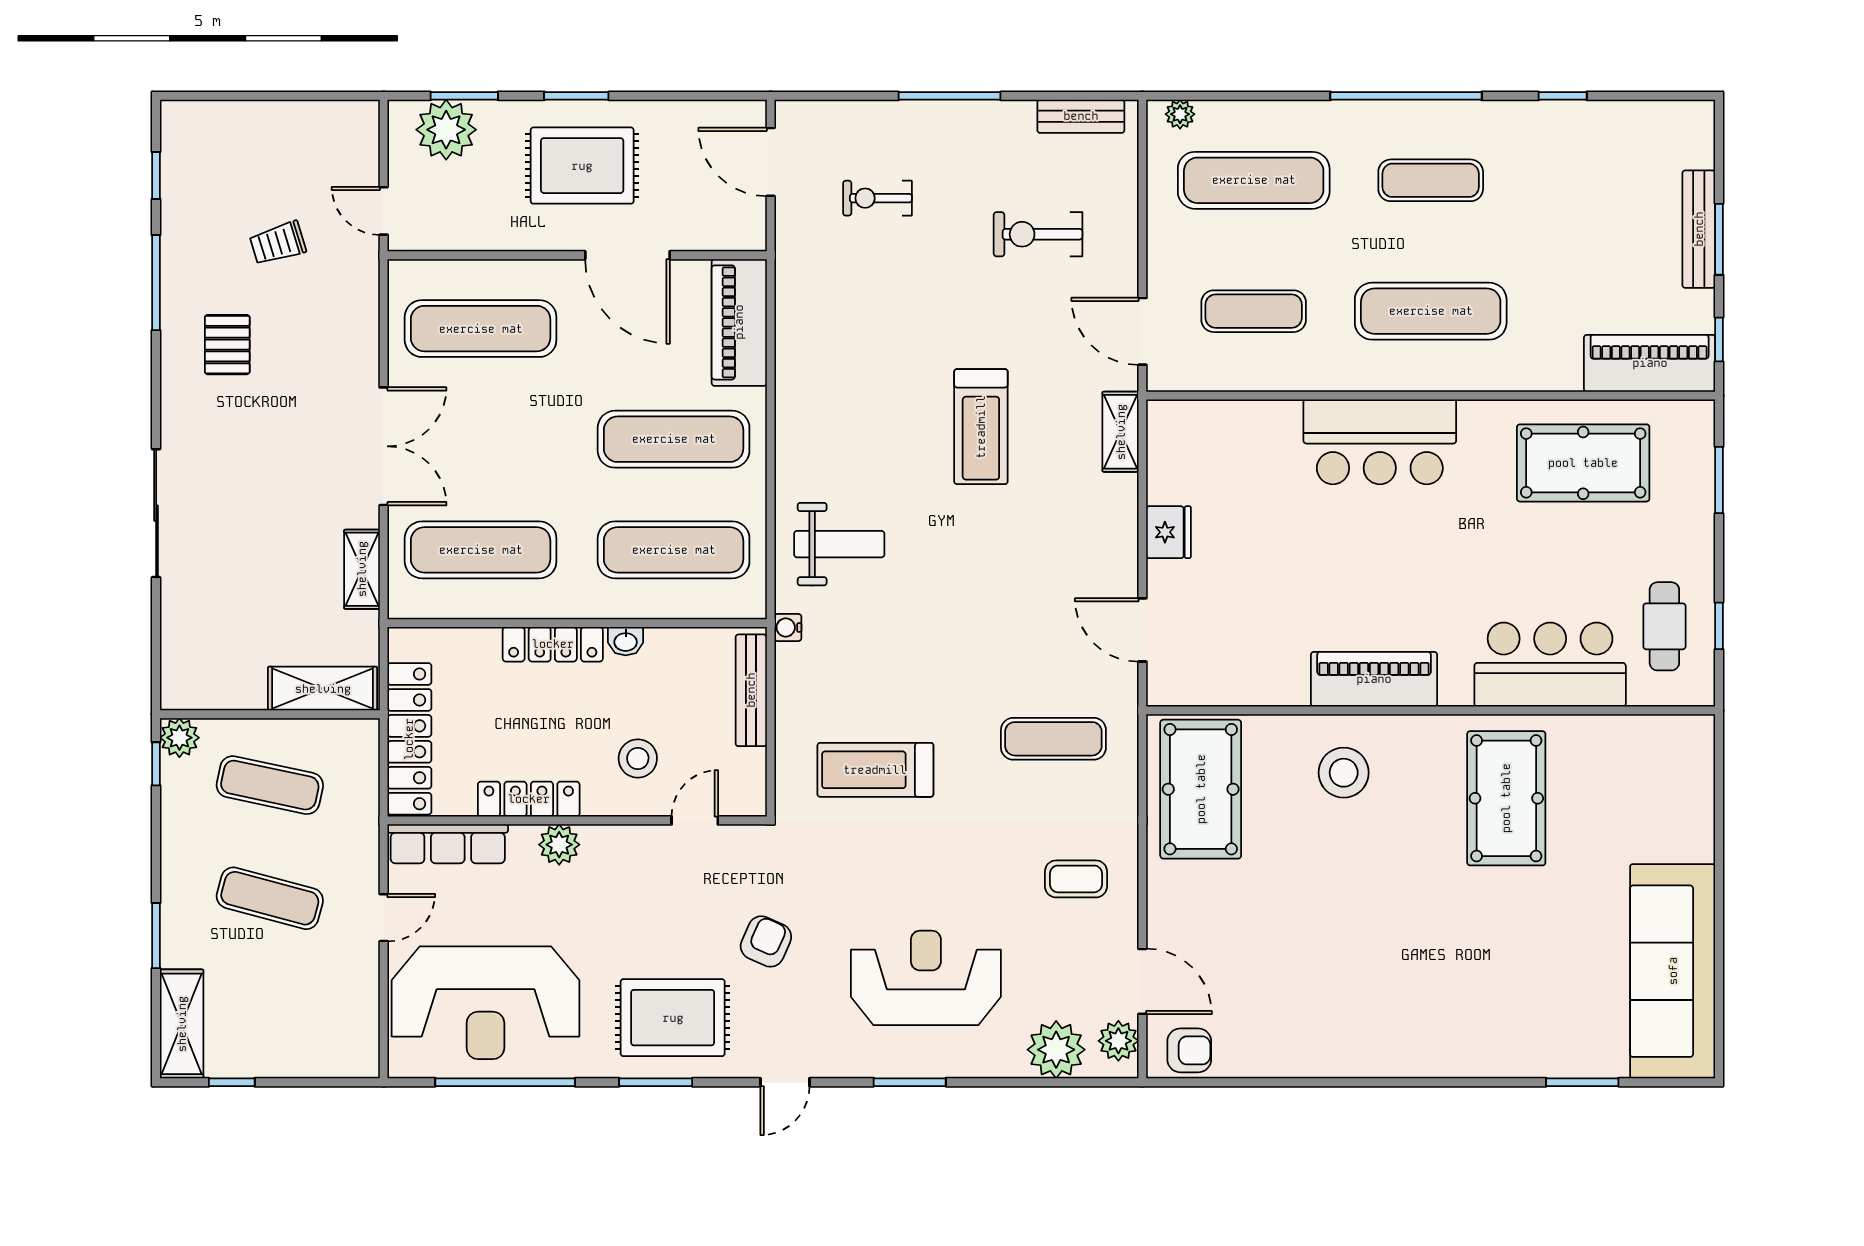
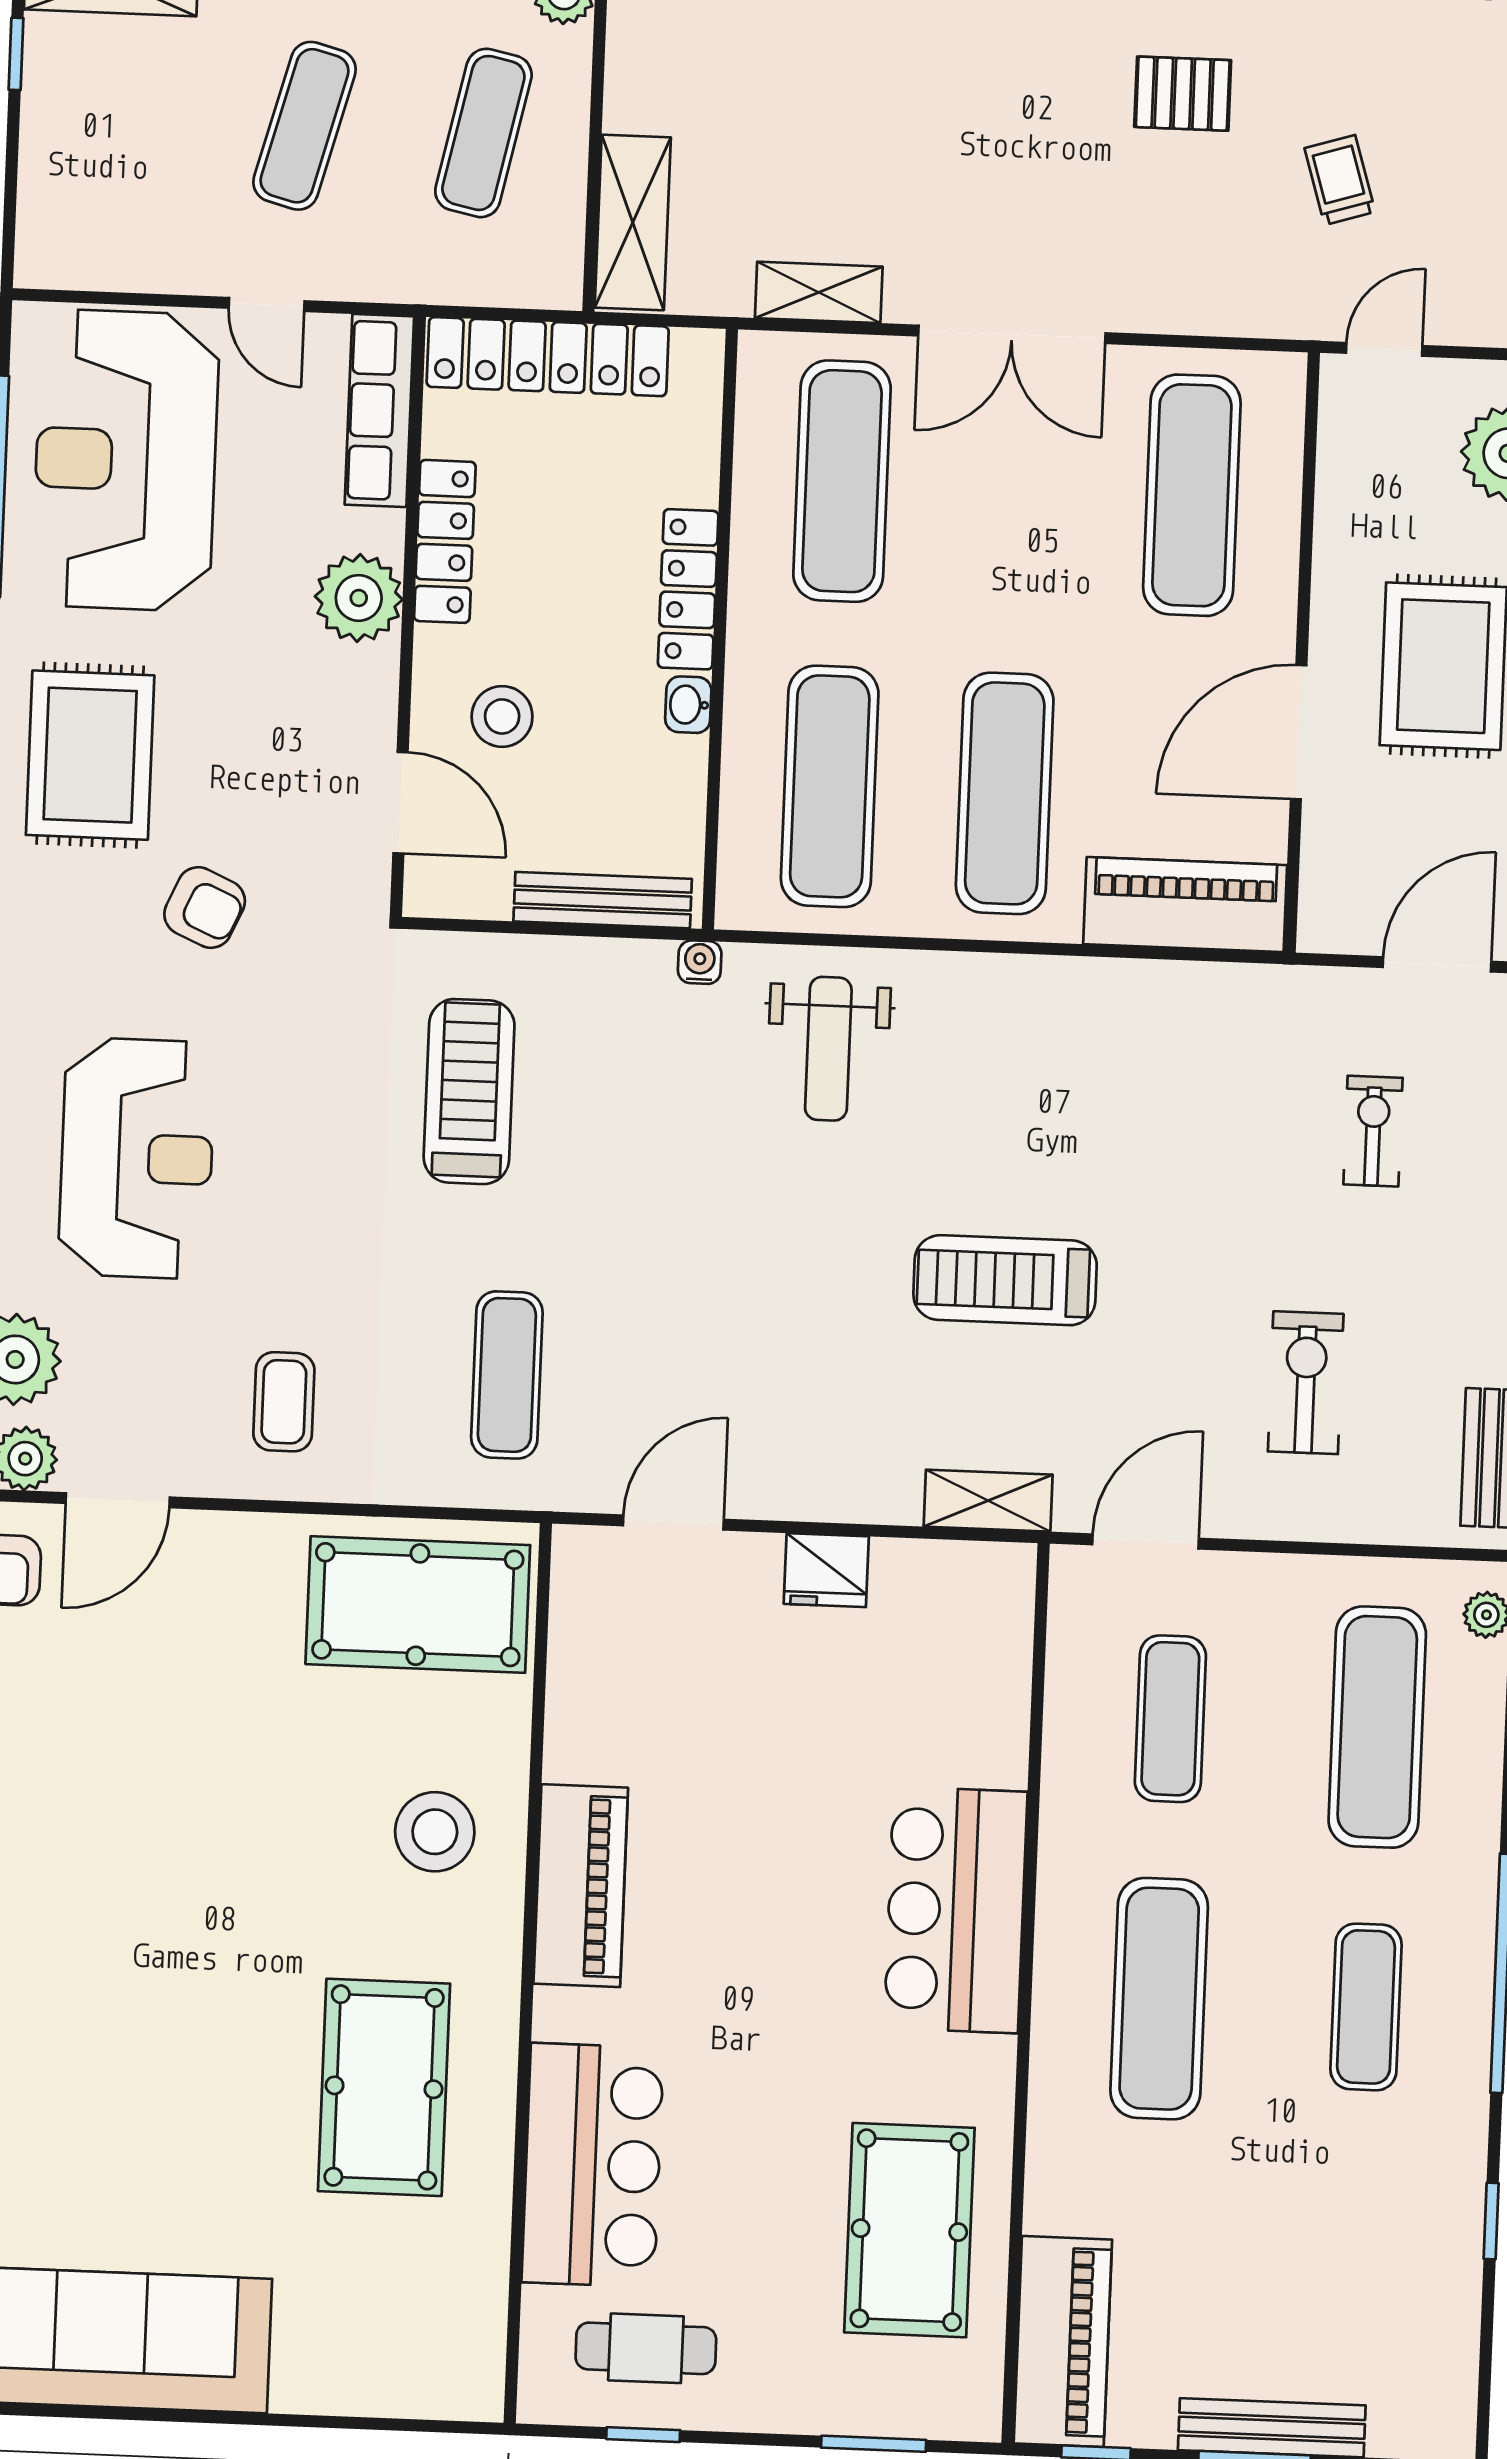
pool table: (1506, 798) -> (384, 2087), turned 90
door: (695, 820) -> (400, 803), width x1.38
plant: (559, 845) -> (359, 598), width x1.36, depth x1.36

